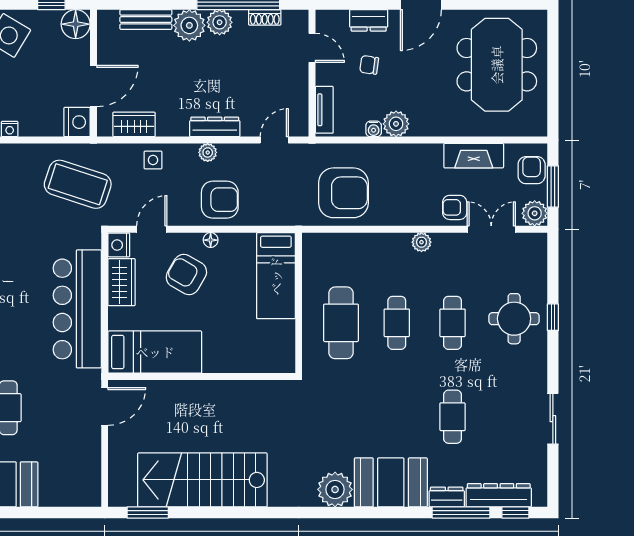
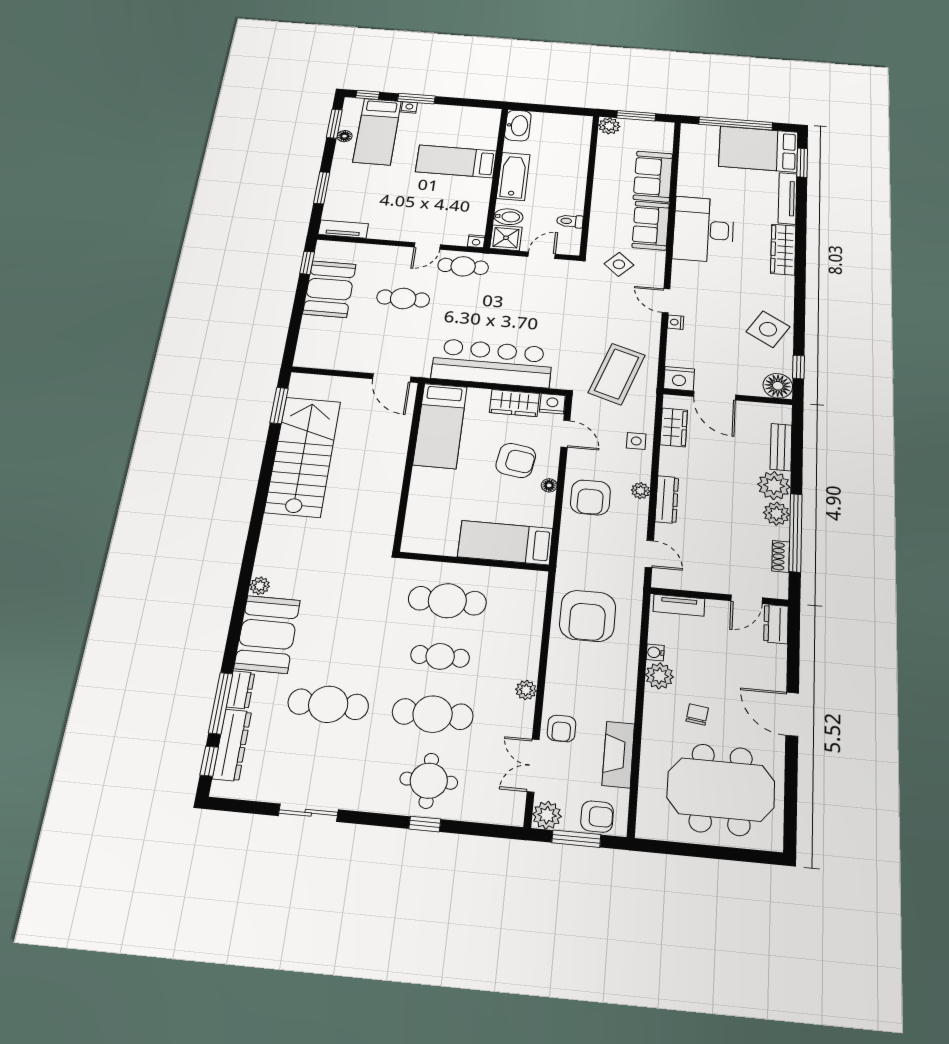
dresser: (369, 20) -> (776, 624), moved
chair: (369, 65) -> (697, 714), moved
armchair: (455, 207) -> (562, 728), turned 180
double door: (491, 229) -> (533, 765), swing flipped
armchair: (186, 274) -> (516, 460), turned 69
cafe table: (453, 323) -> (433, 714), width x1.37, depth x1.35
cafe table: (453, 417) -> (328, 704), width x1.37, depth x1.35
plant: (335, 489) -> (260, 586), width x0.53, depth x0.53

